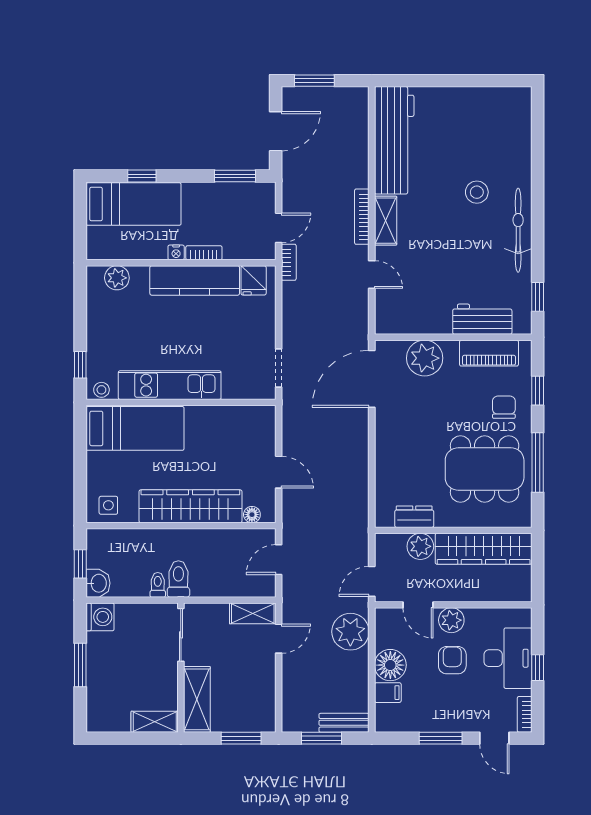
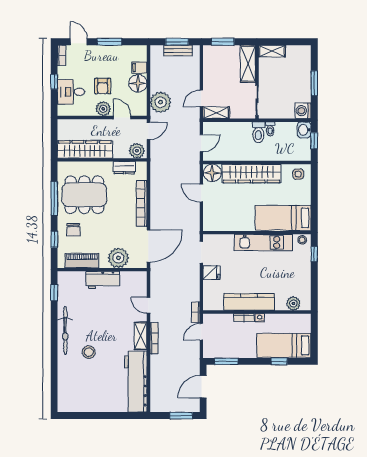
fridge: (254, 280) -> (211, 272), moved, turned 90
workbench: (482, 319) -> (103, 280), moved
bookcase: (384, 454) -> (142, 203), added
floor lamp: (252, 515) -> (212, 173), width x1.89, depth x1.89
plant: (420, 546) -> (137, 151), moved
desk: (508, 658) -> (71, 92), width x0.73
bench: (344, 723) -> (178, 50), moved

